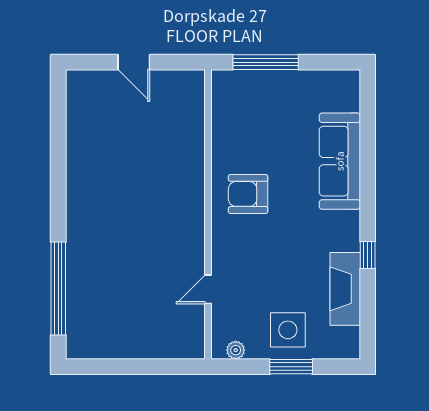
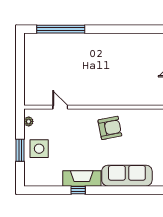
armchair: (248, 194) -> (110, 128), turned 79
fireplace: (345, 289) -> (82, 178), moved

